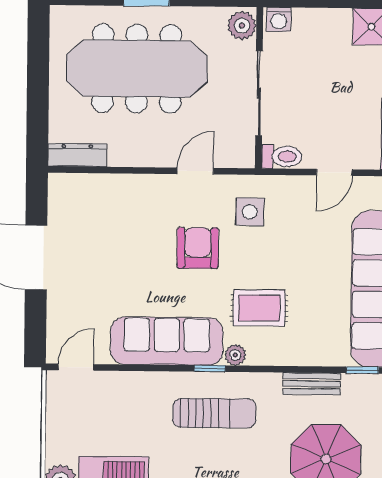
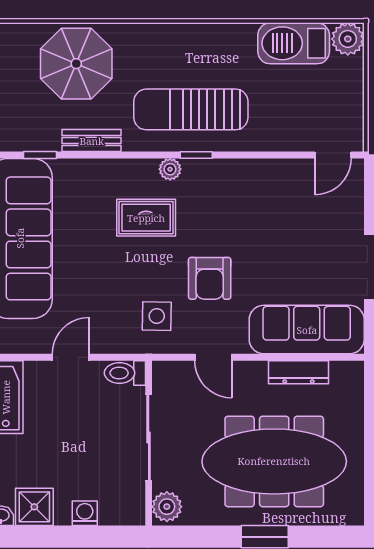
washing machine: (279, 19) -> (85, 513), moved
dresser: (77, 155) -> (298, 372), moved
door: (195, 171) -> (213, 357), hinge flipped
sofa: (167, 341) -> (307, 330), moved, turned 180
sun lounger: (214, 413) -> (191, 109), width x1.36, depth x1.34

